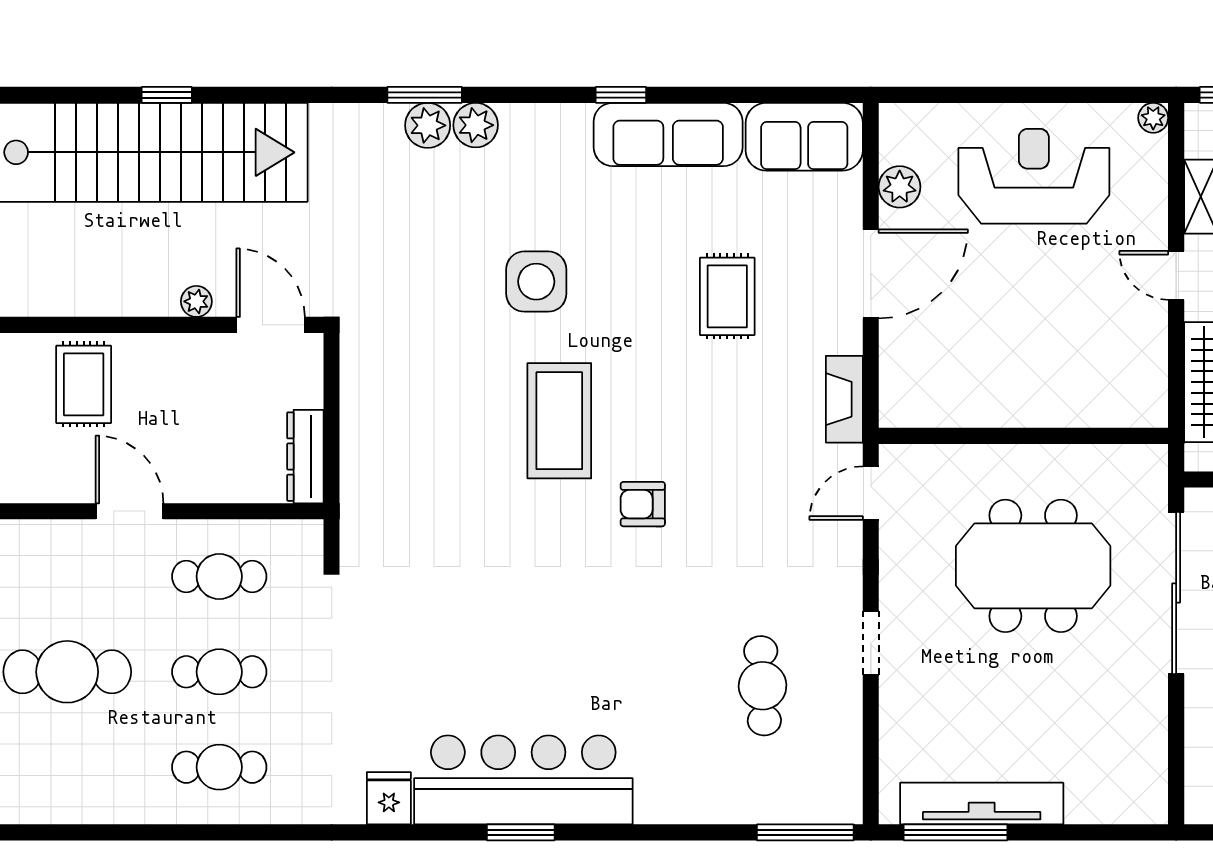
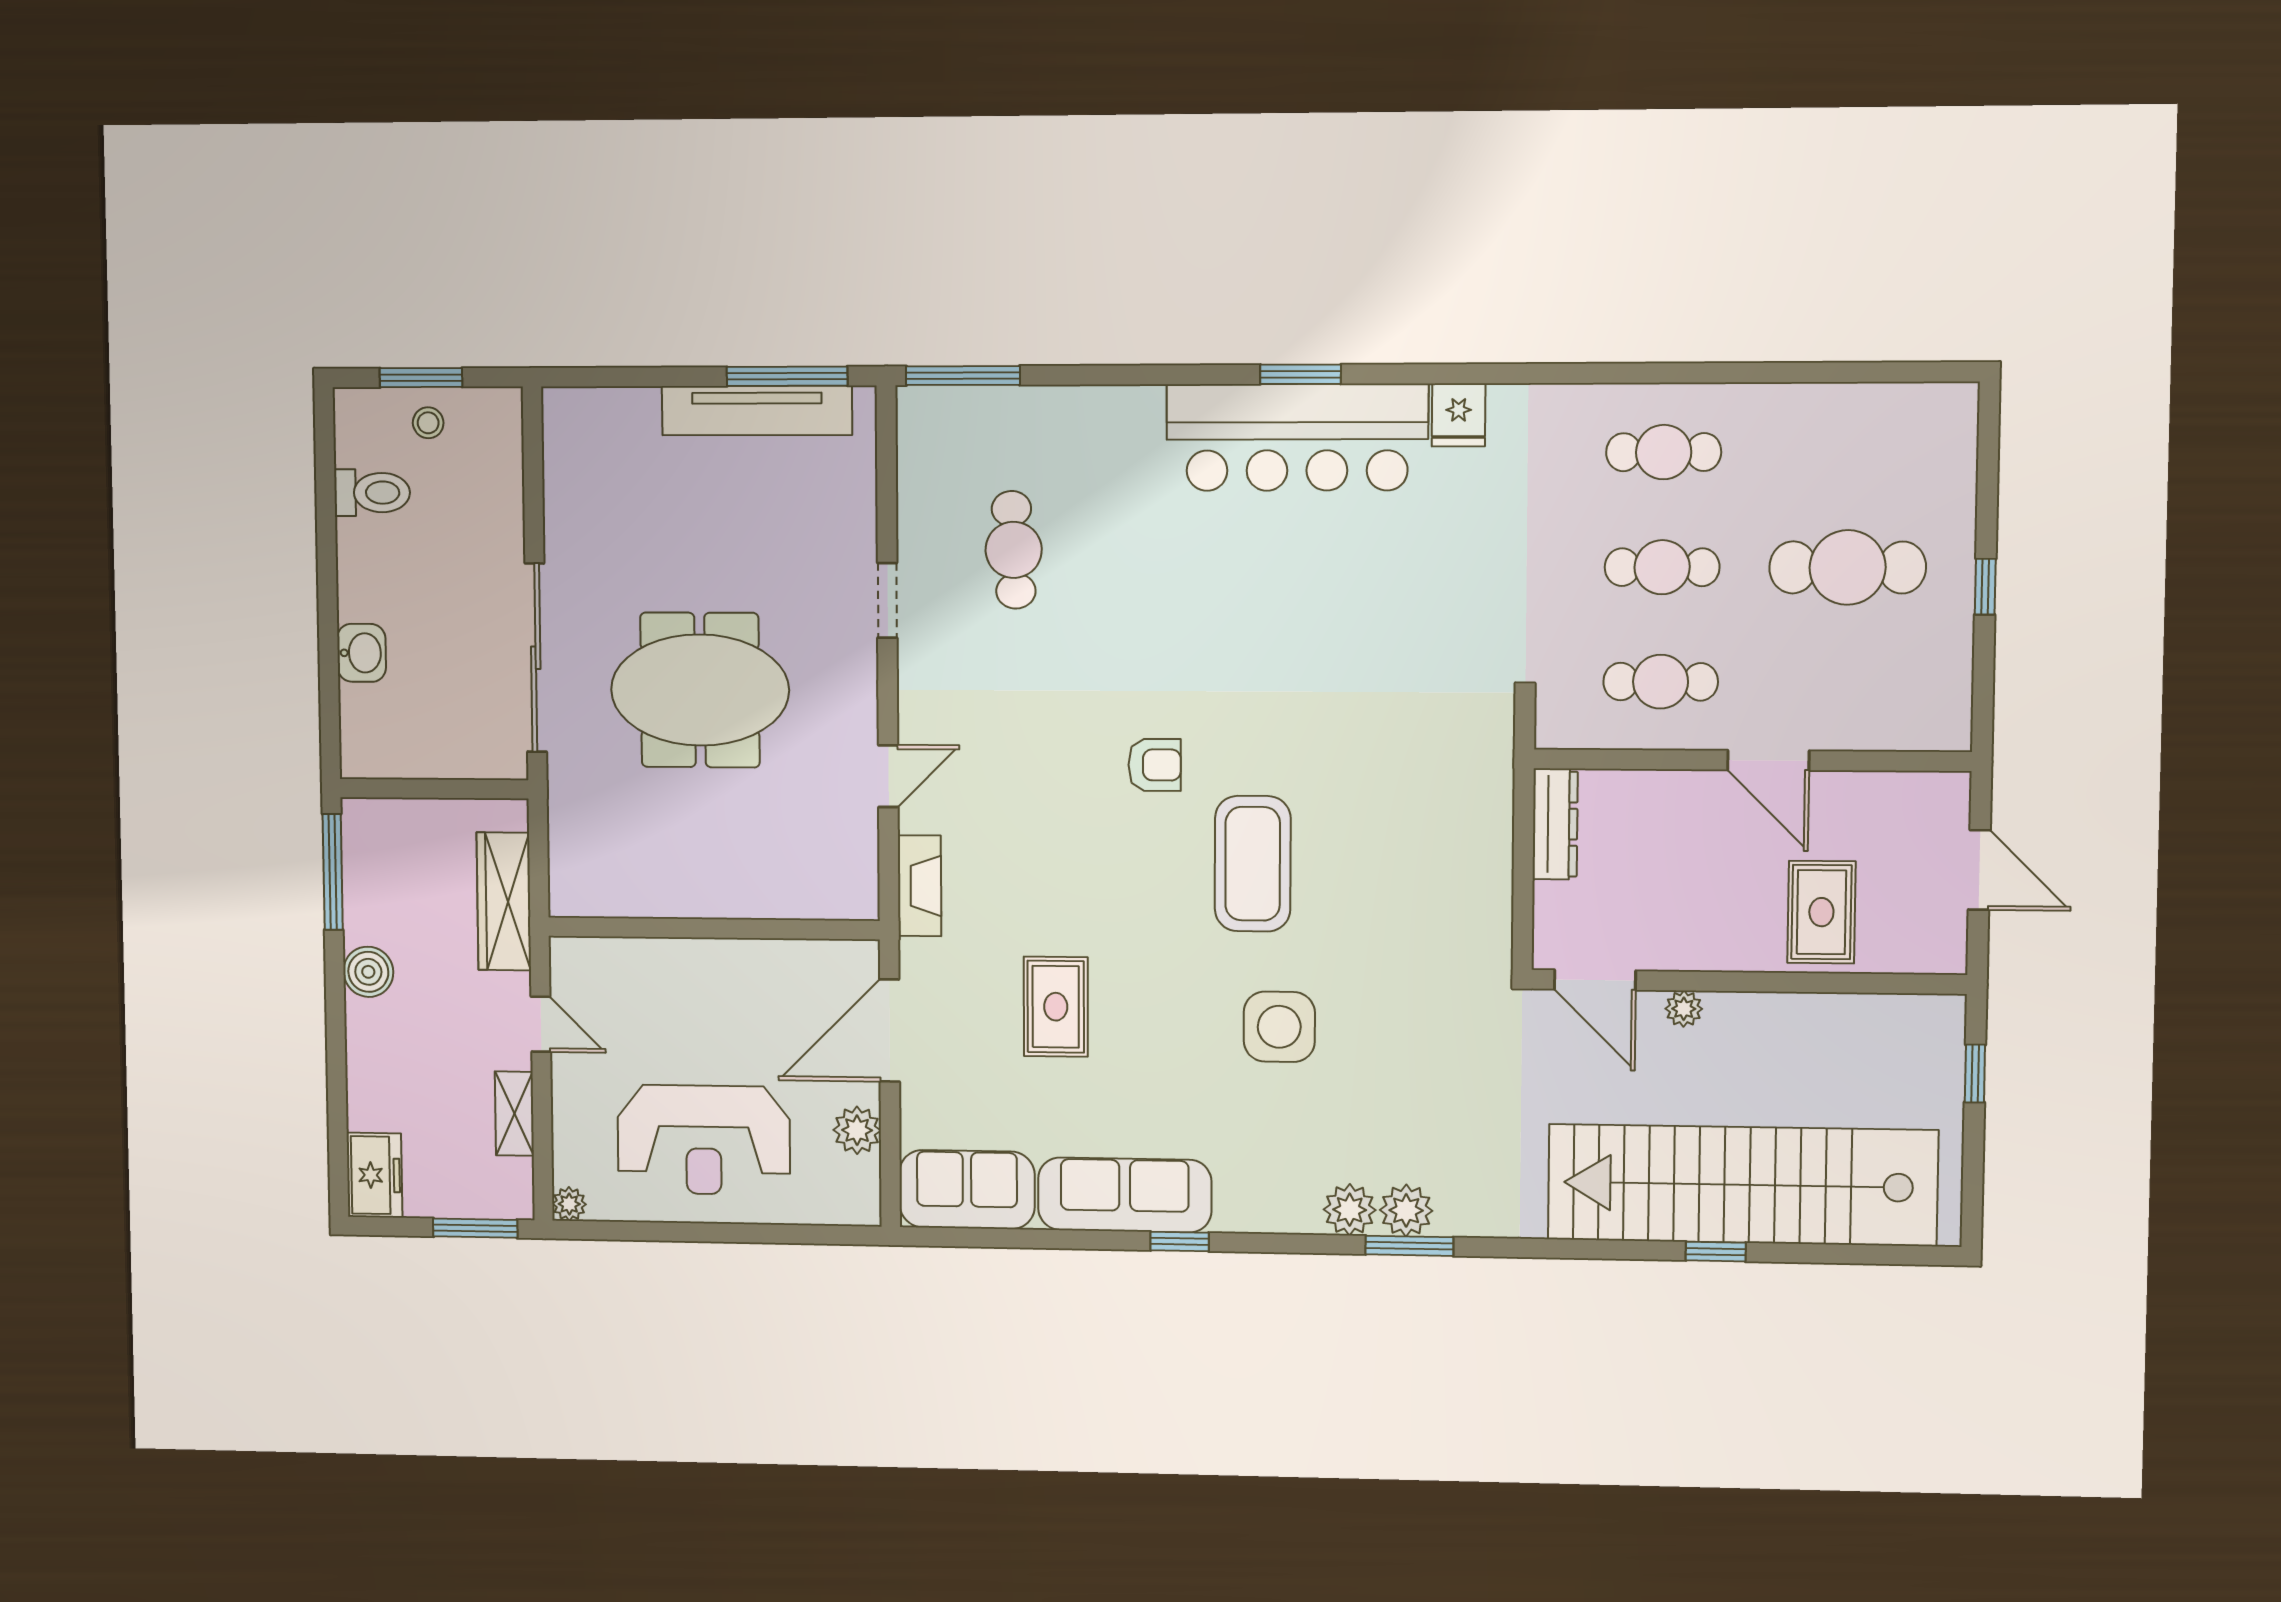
wall: (1023, 436) -> (713, 928), moved

